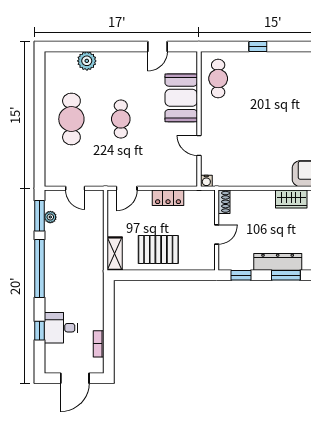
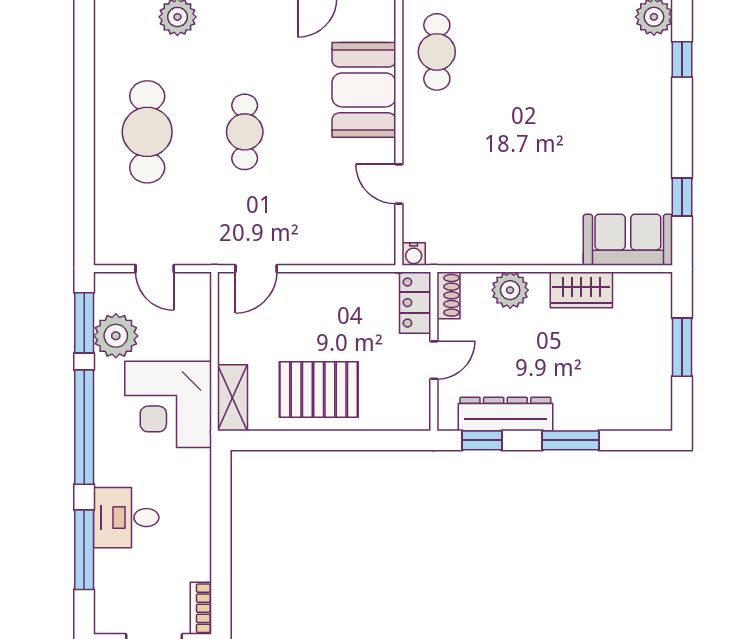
locker: (168, 198) -> (415, 303), moved, turned 90
plant: (255, 199) -> (510, 290), added
plant: (50, 217) -> (116, 336), width x1.88, depth x1.88
corner desk: (82, 257) -> (168, 404), added
dresser: (278, 262) -> (505, 414), moved
desk: (61, 328) -> (126, 518), moved
window: (39, 331) -> (84, 550), width x2.17
bookcase: (99, 344) -> (201, 608), moved

